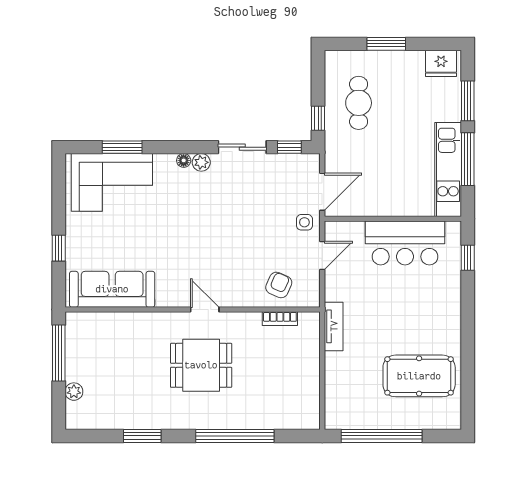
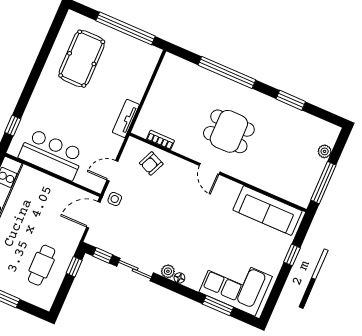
pool table: (419, 376) -> (82, 59), turned 90

